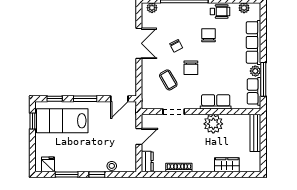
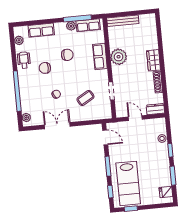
row of seats: (254, 42) -> (41, 30), width x0.68
chair: (191, 68) -> (67, 55), moved
wardrobe: (227, 165) -> (154, 60), moved

